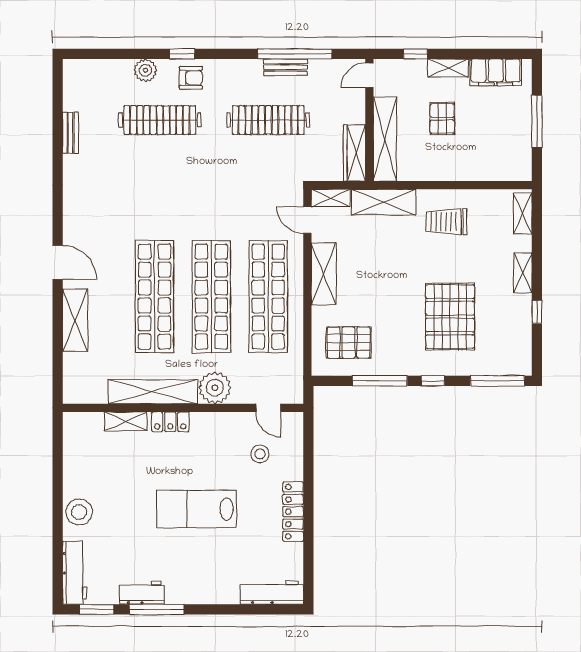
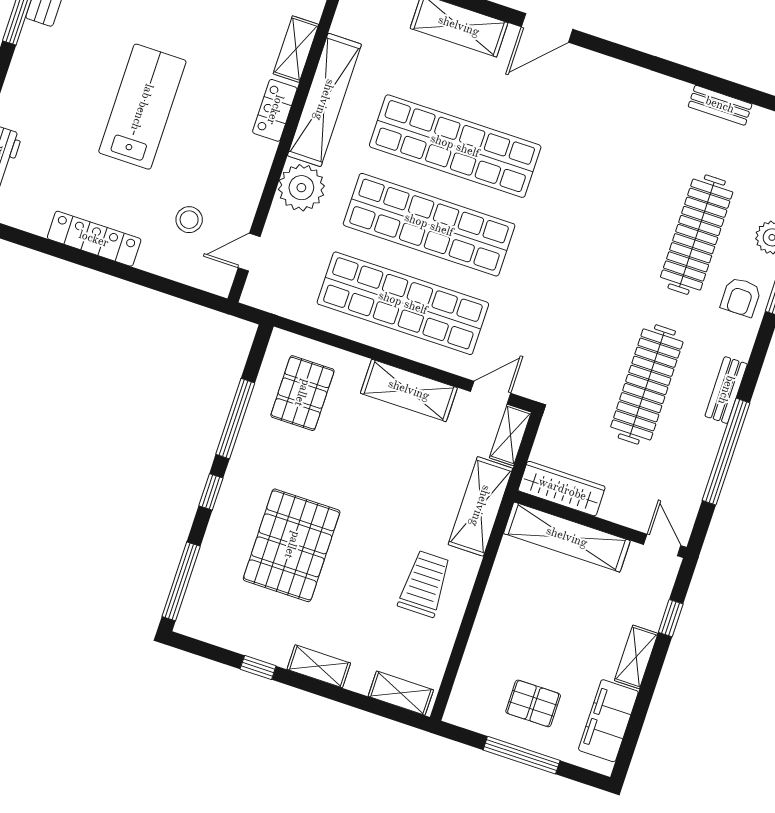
bench: (286, 67) -> (726, 390), moved
pallet: (442, 119) -> (533, 703), moved
pallet: (450, 317) -> (292, 545), turned 90

